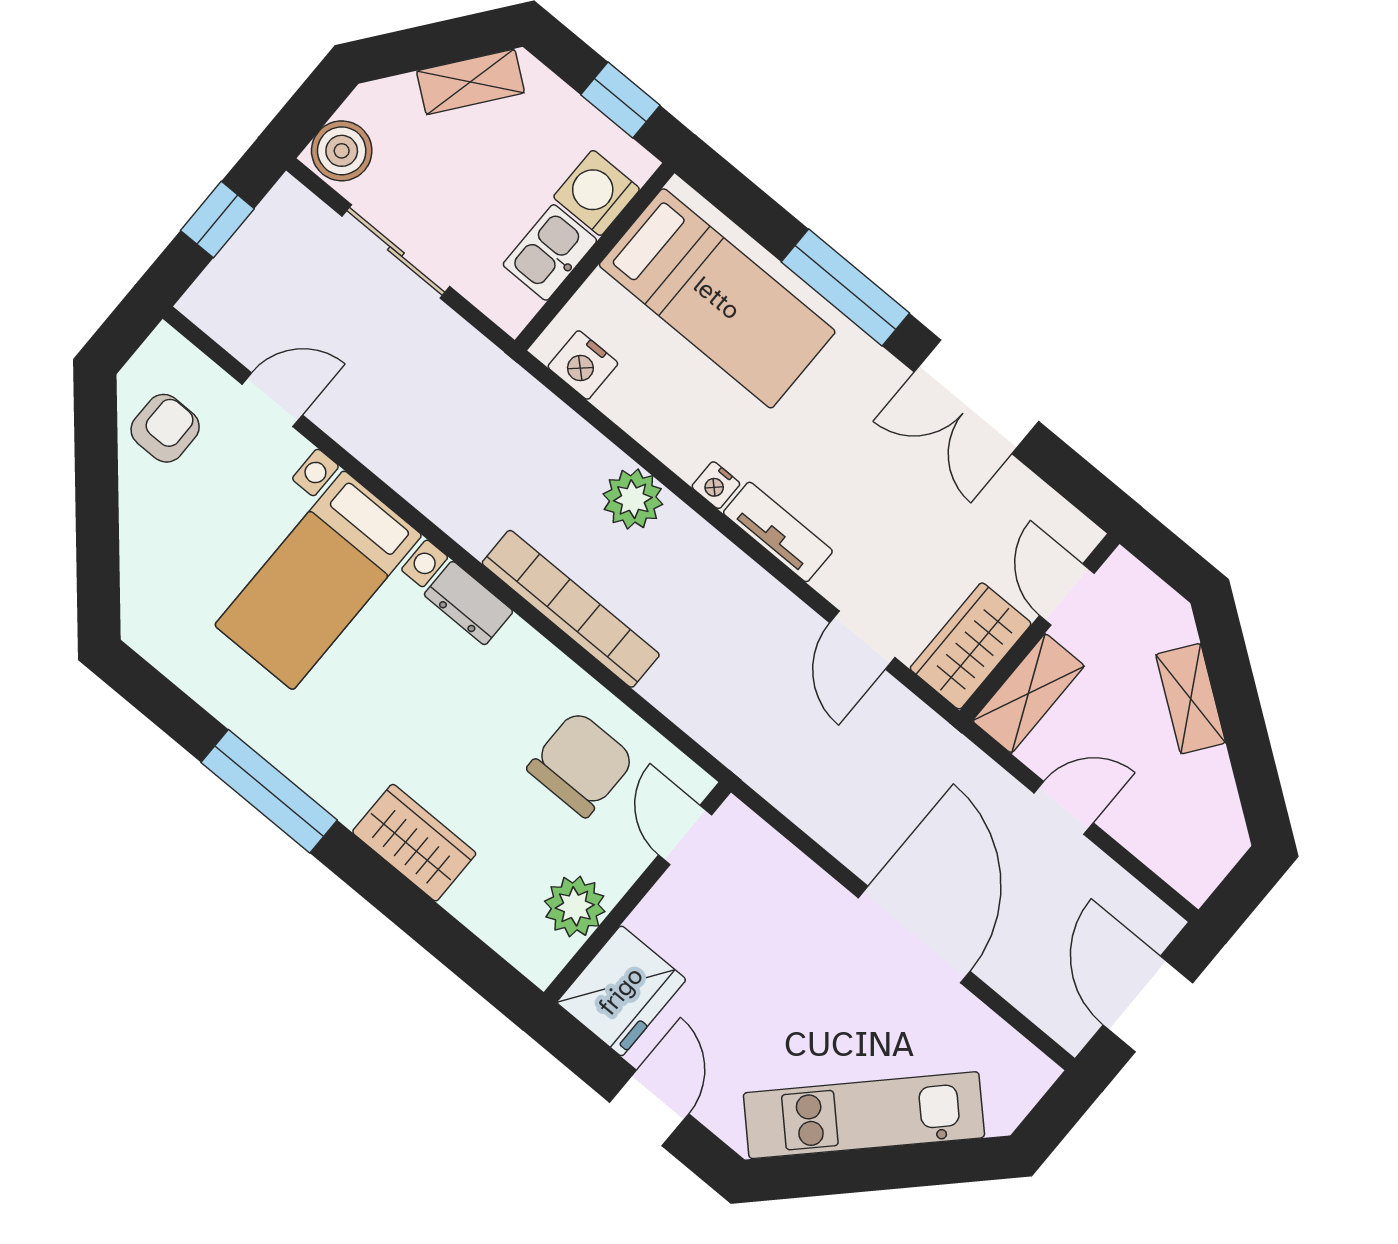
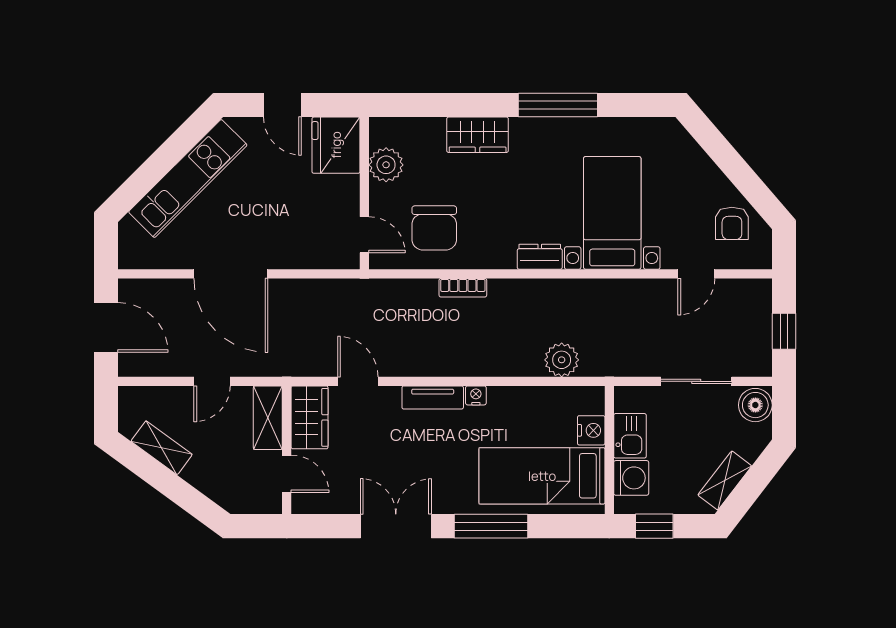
nightstand: (583, 365) -> (591, 430), moved, turned 90
plant: (633, 499) -> (562, 360), moved
bookcase: (571, 609) -> (463, 288), width x0.43, depth x0.76
shelving: (1191, 699) -> (162, 448), moved

